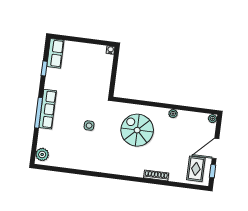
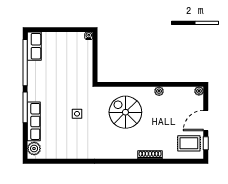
window: (44, 68) -> (25, 63), width x3.17
row of seats: (48, 109) -> (34, 121), moved
rug: (196, 169) -> (189, 143), turned 90

